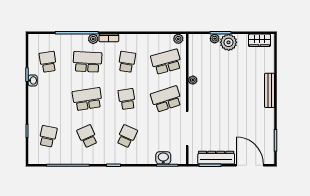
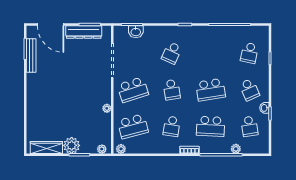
plant: (93, 39) -> (236, 149), moved
plant: (215, 39) -> (102, 149), moved
wardrobe: (259, 40) -> (46, 147), width x1.50
bench: (270, 90) -> (31, 55), moved
school desk: (87, 136) -> (249, 90), moved

